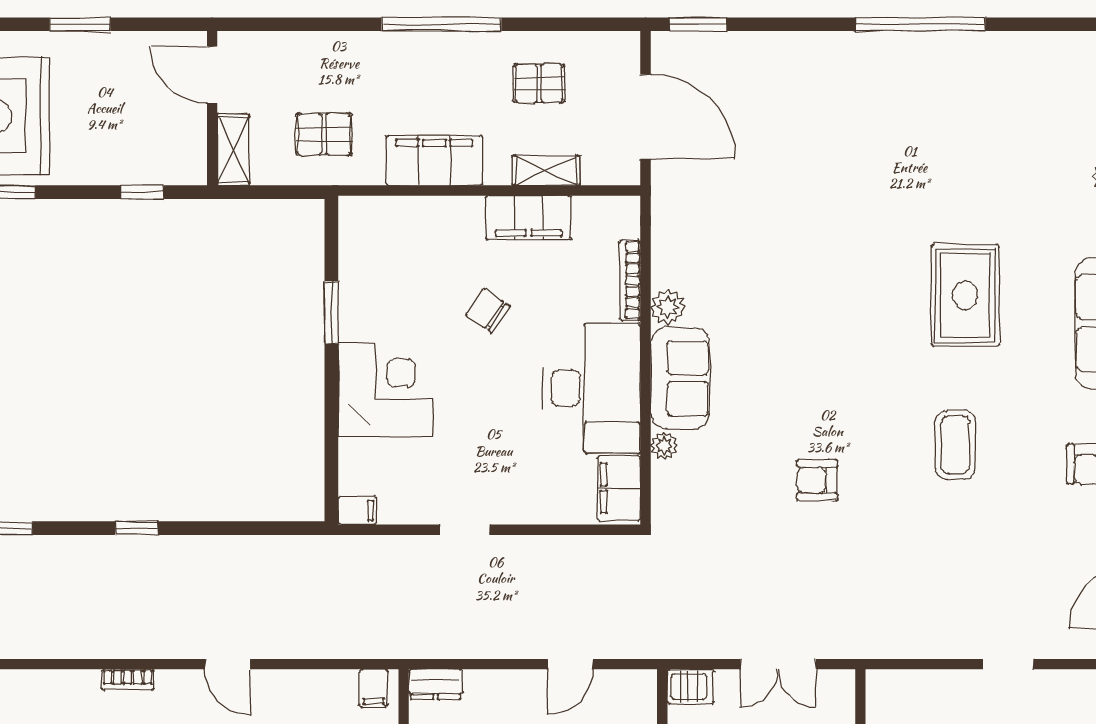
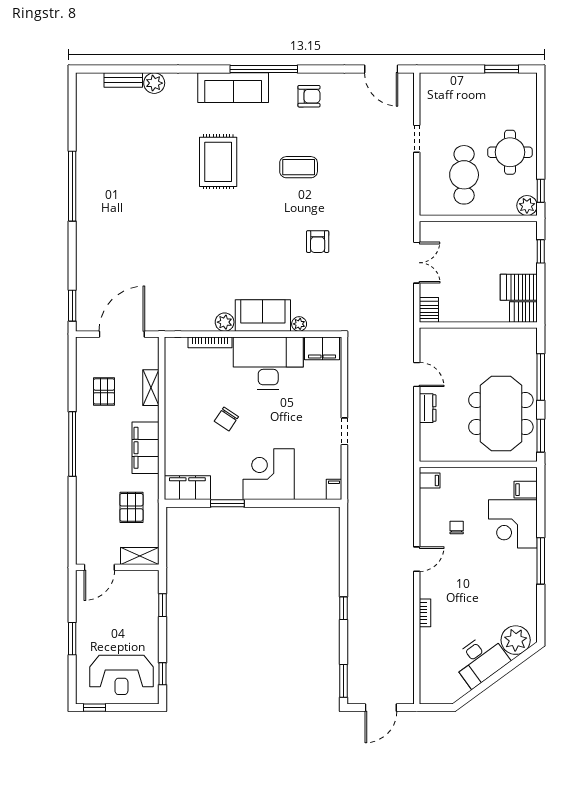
filing cabinet: (529, 218) -> (187, 488), moved, turned -90
rug: (965, 295) -> (218, 162), turned 90
dresser: (436, 684) -> (428, 408), moved

